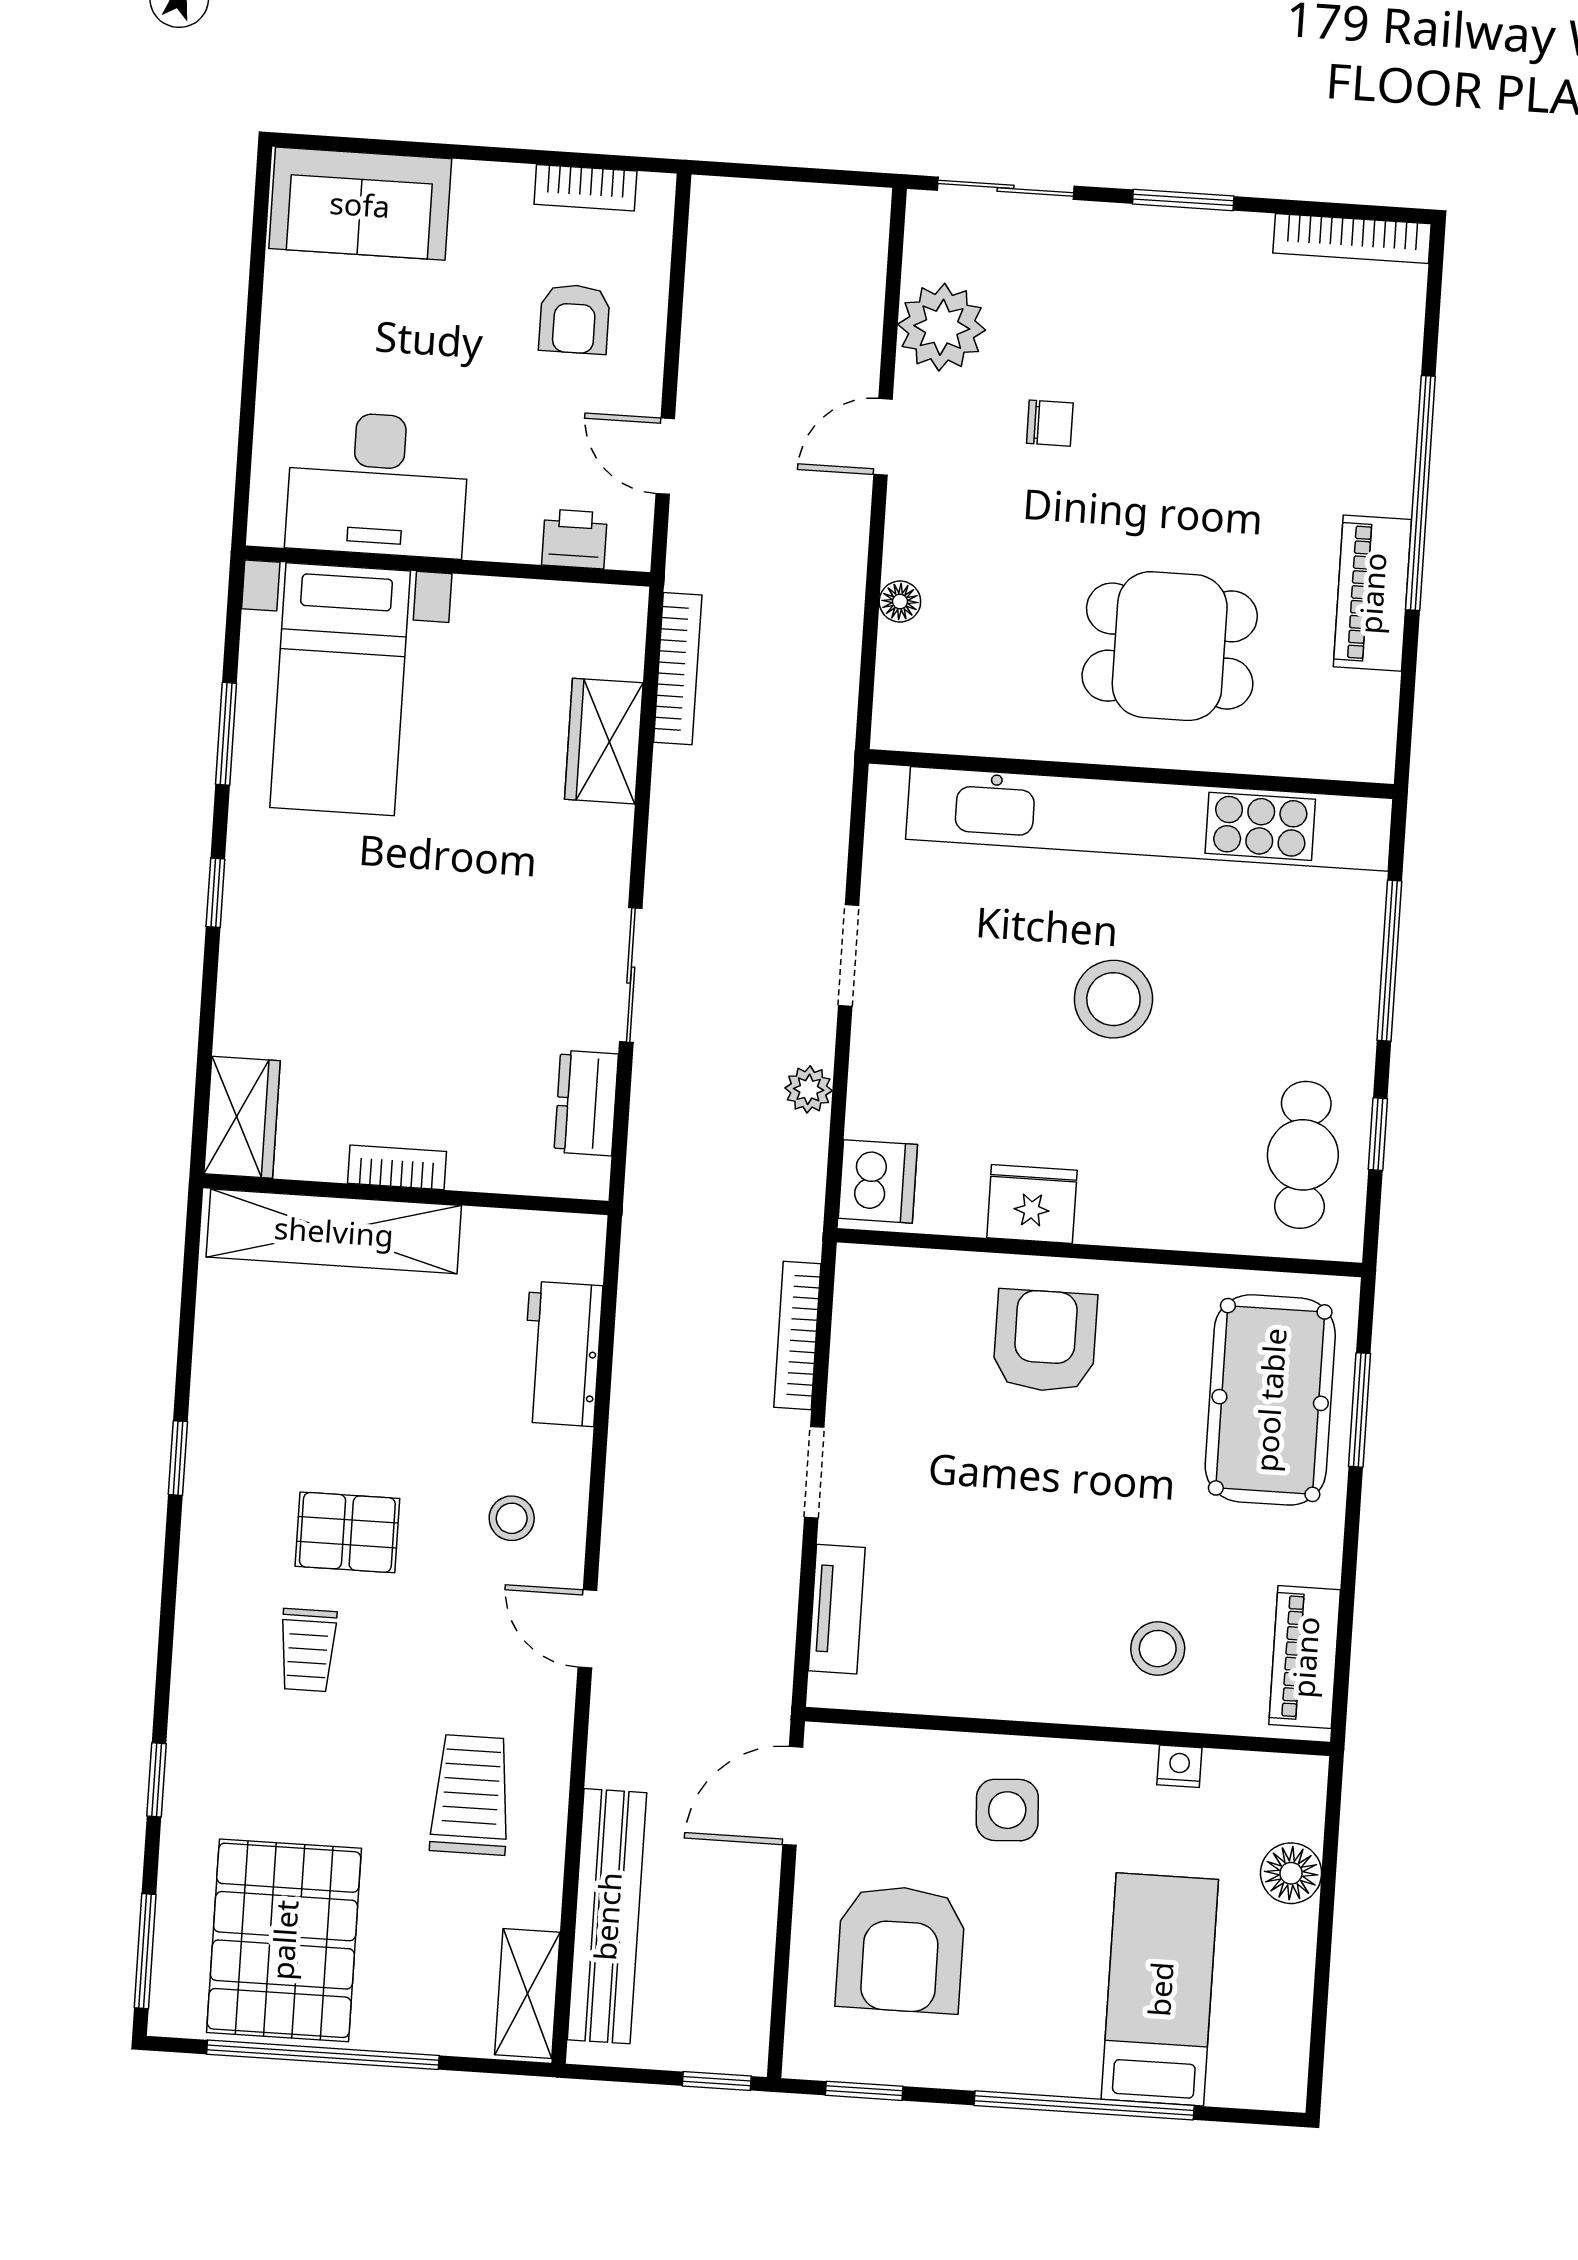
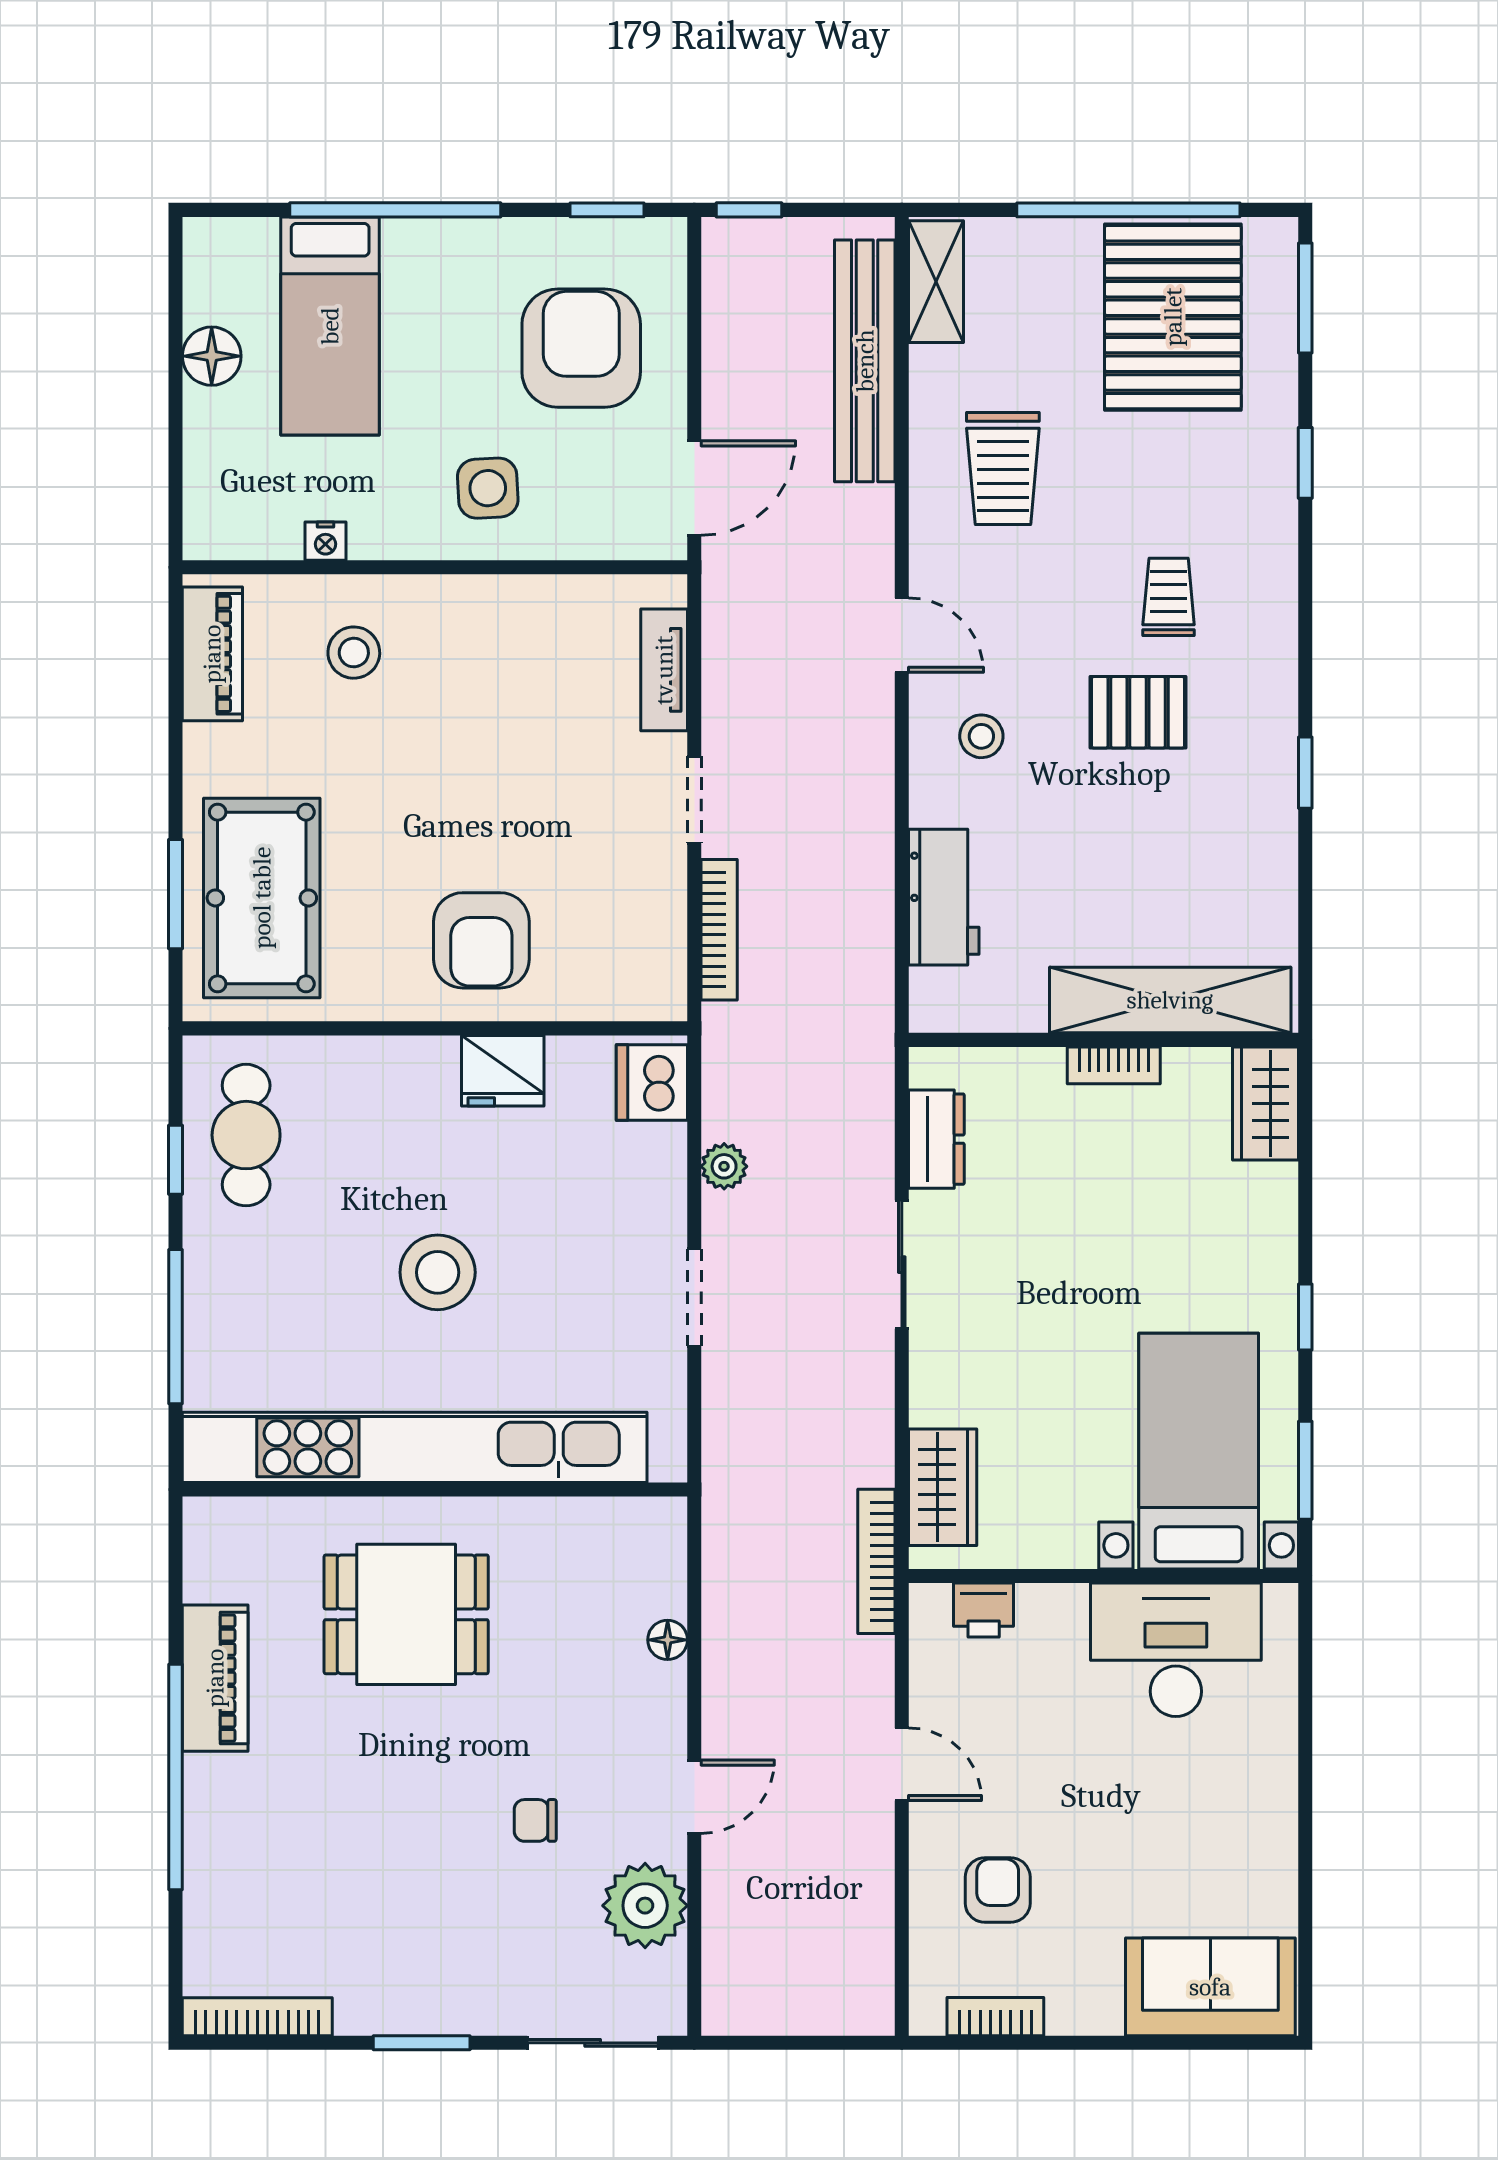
desk: (377, 484) -> (1176, 1650), moved
printer: (574, 539) -> (984, 1610), moved
wall: (448, 566) -> (1104, 1576), moved
bed with nightstands: (340, 689) -> (1199, 1451), moved
floor lamp: (1291, 1873) -> (212, 356), moved

